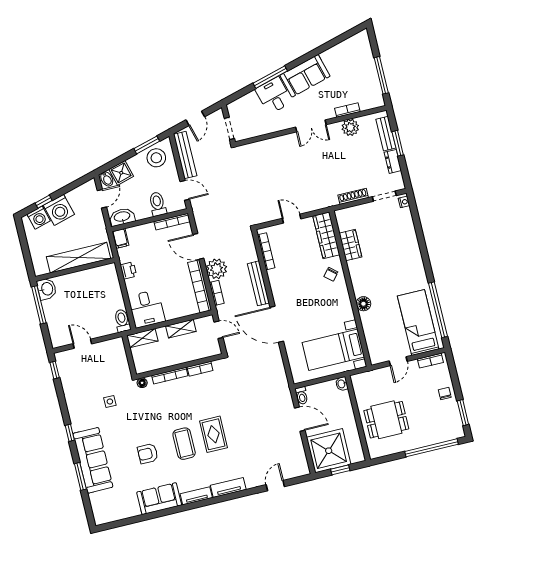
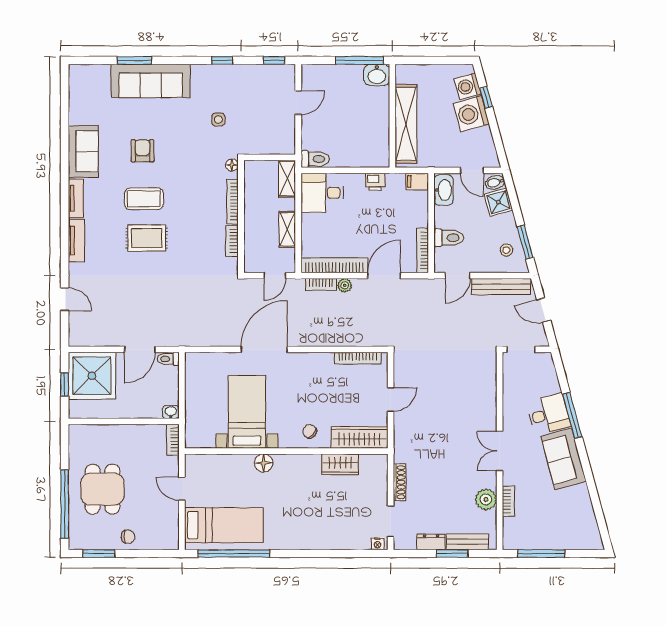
stool: (156, 158) -> (506, 250), width x0.53, depth x0.53
plant: (217, 269) -> (345, 285), width x0.53, depth x0.53
bench: (258, 283) -> (320, 339), removed
bed with nightstands: (333, 350) -> (247, 412), moved
bookcase: (430, 361) -> (173, 440), moved
dining table: (386, 420) -> (103, 489), moved
window: (70, 433) -> (222, 60), moved

